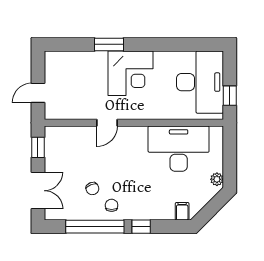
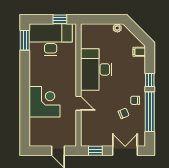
window: (109, 44) -> (25, 40), moved
corner desk: (130, 73) -> (45, 102), moved
desk: (179, 149) -> (96, 69), moved

